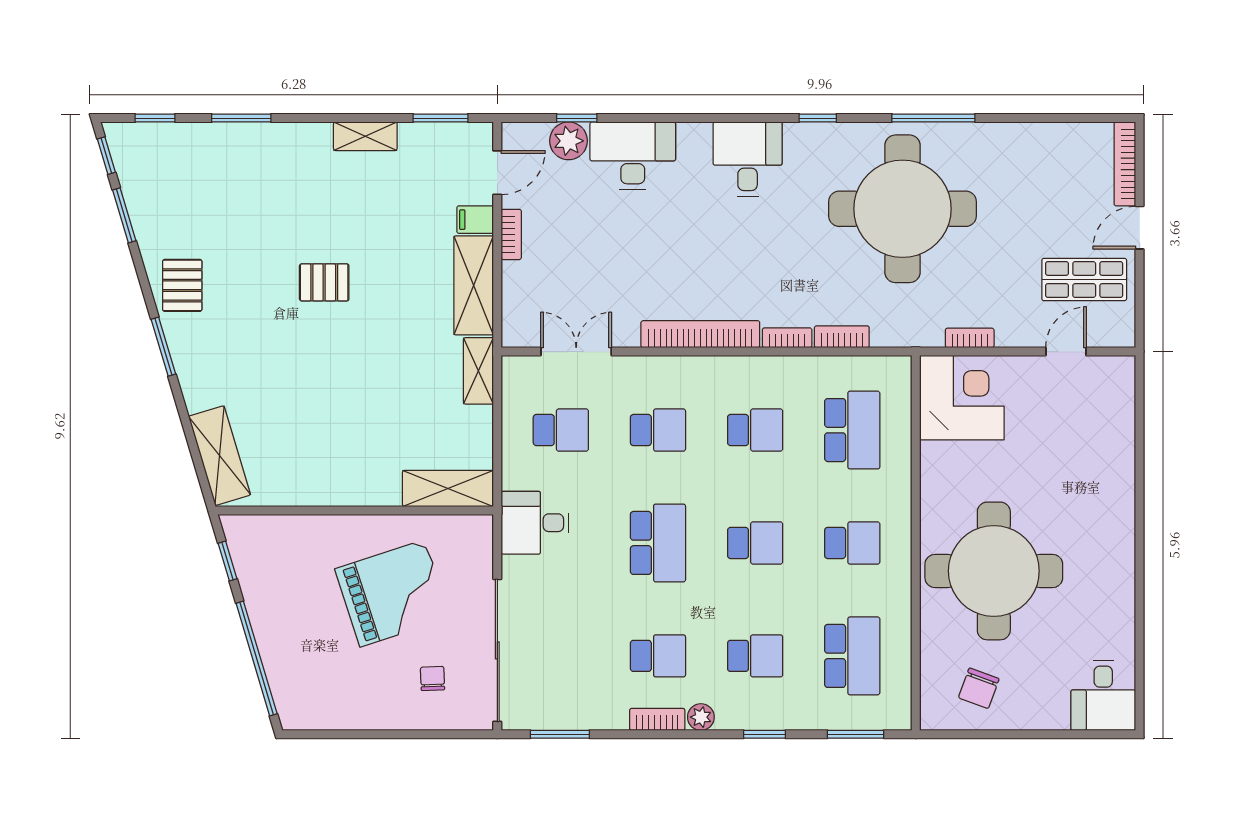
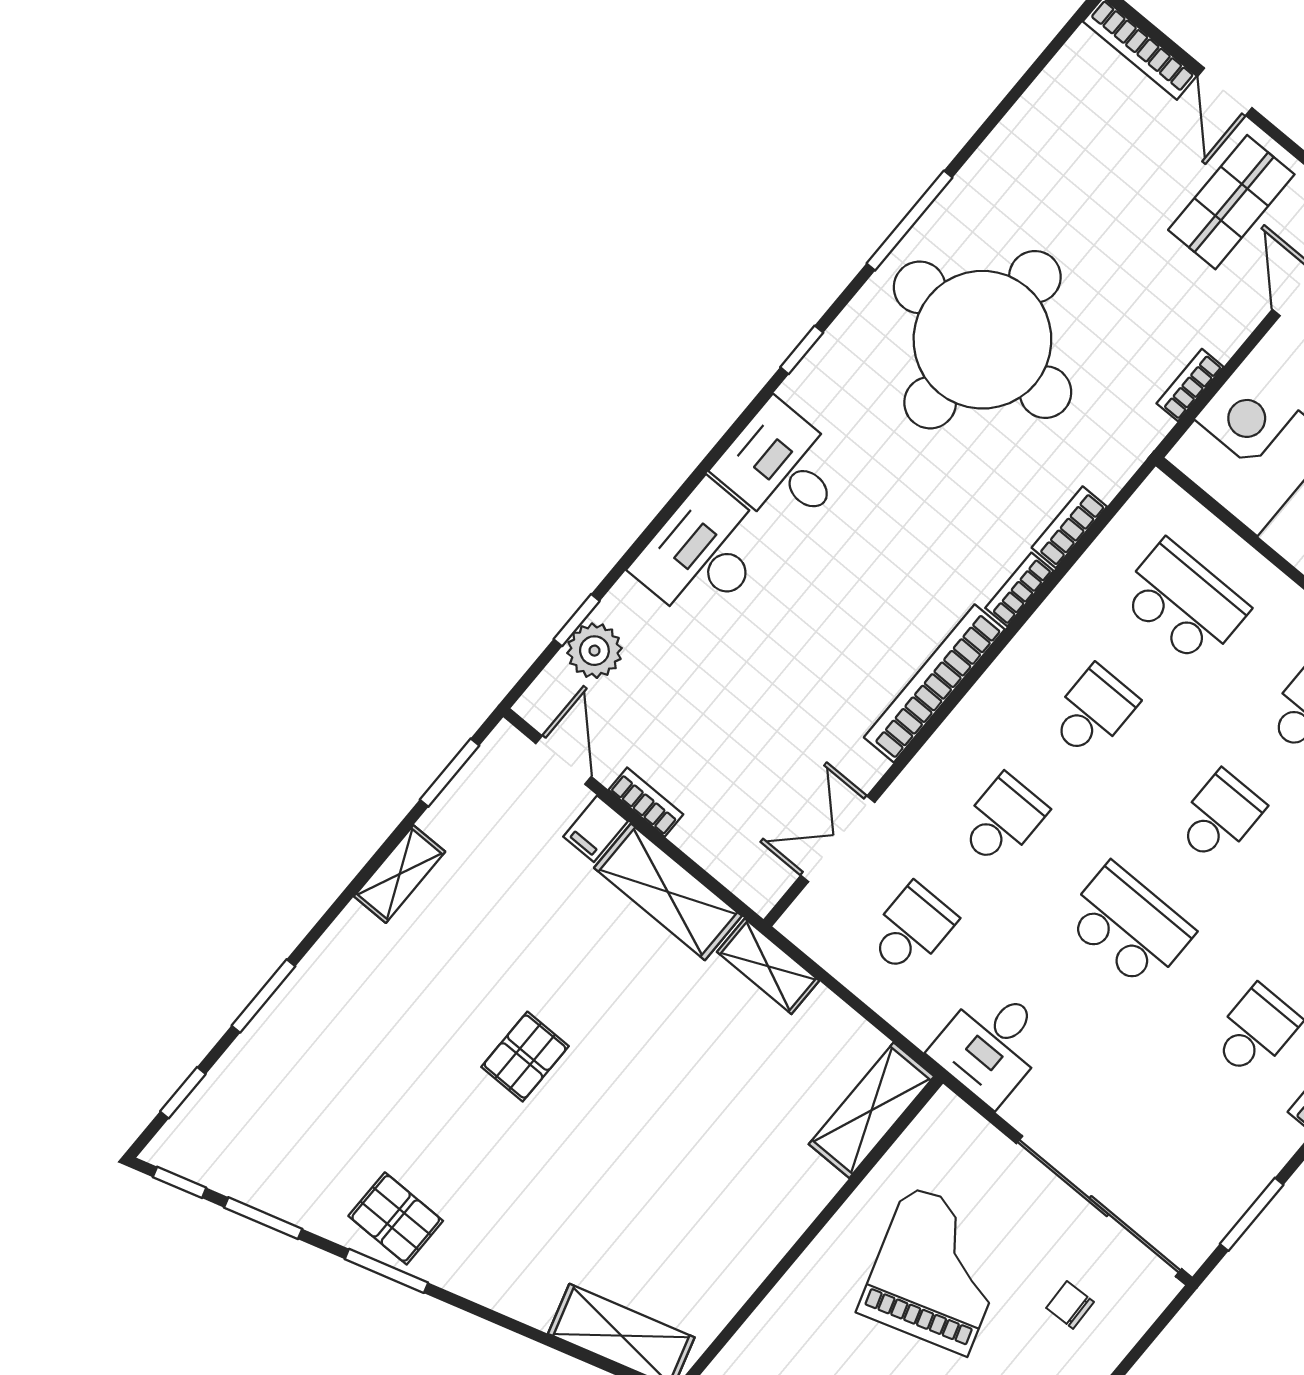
desk: (633, 156) -> (704, 553), moved
window: (163, 347) -> (386, 1271), moved

